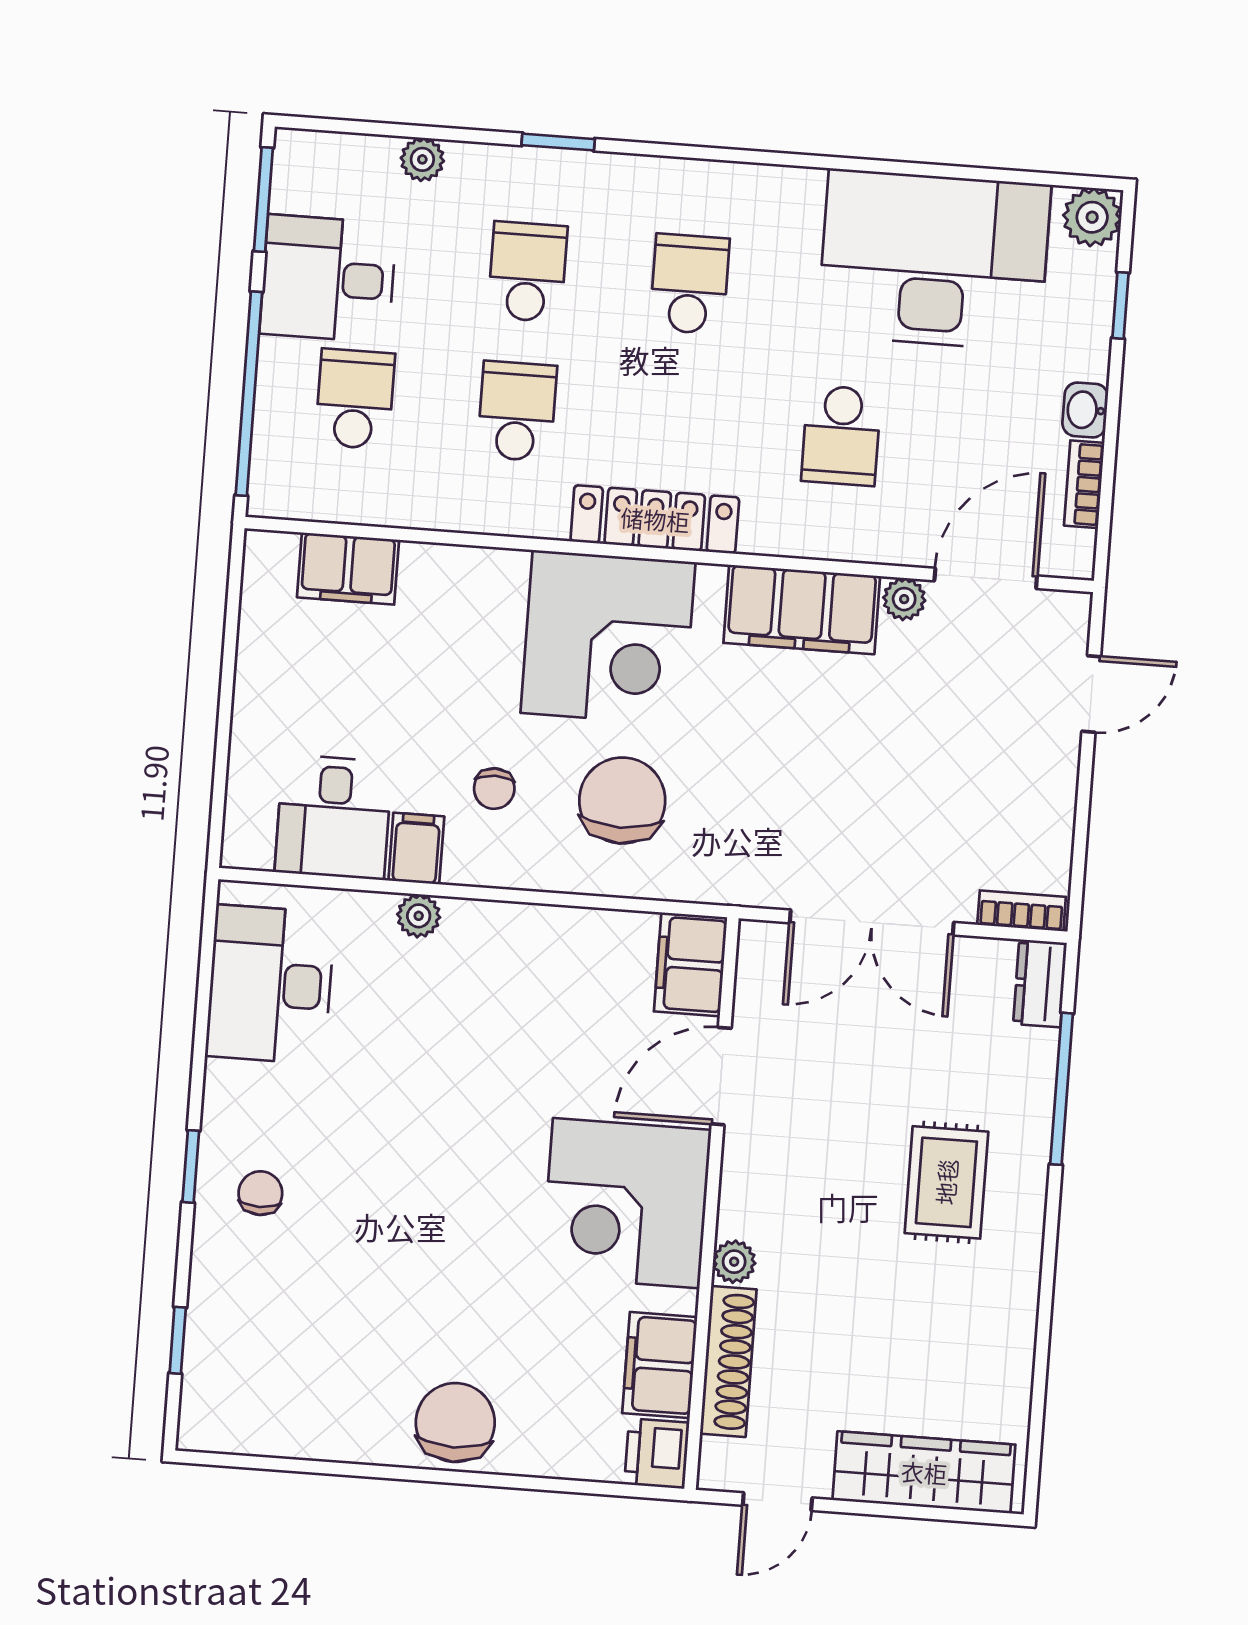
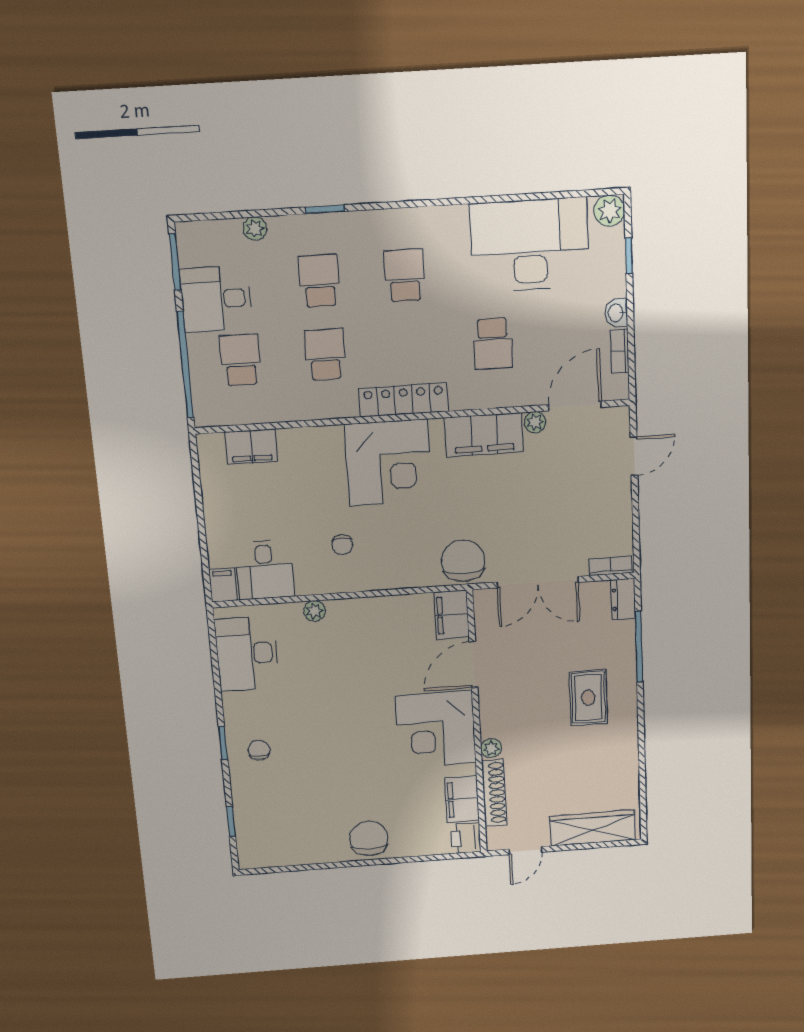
chair: (622, 801) -> (463, 561), moved
filing cabinet: (416, 848) -> (223, 585), moved

